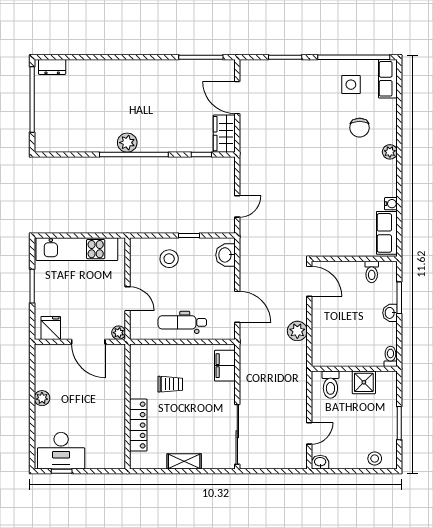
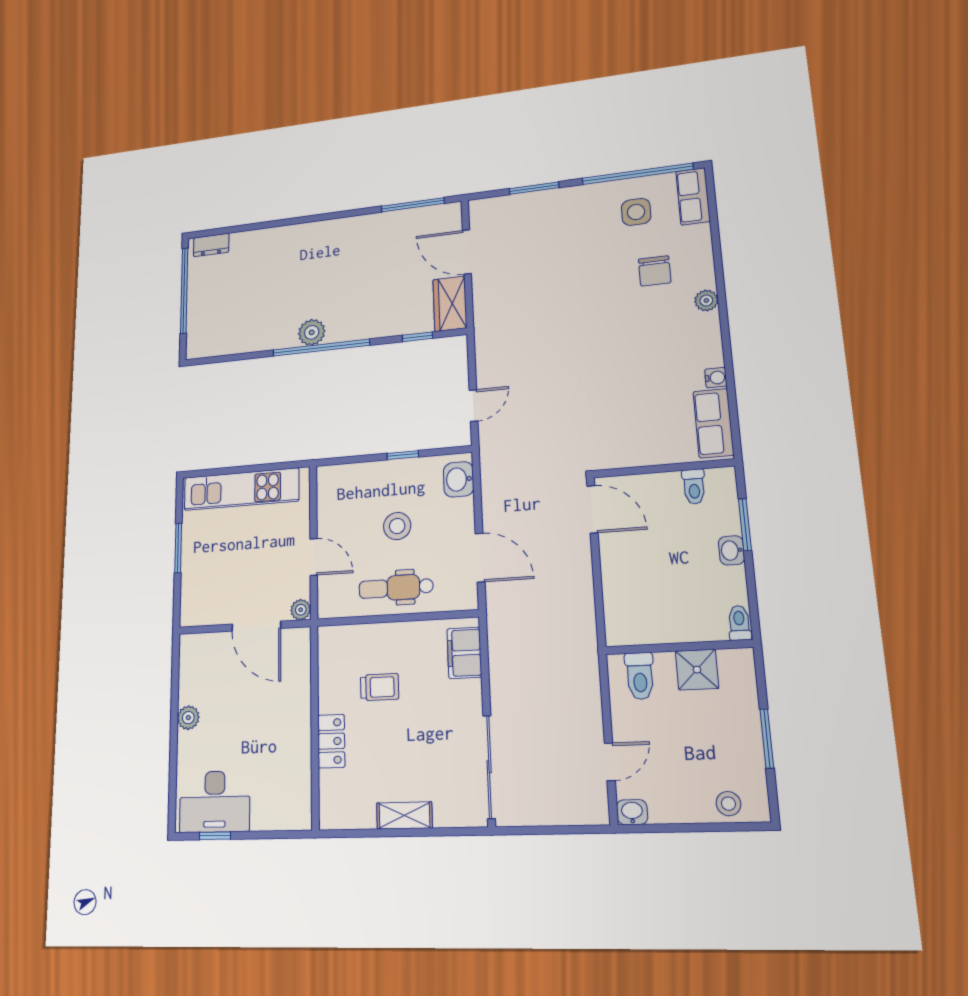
stool: (169, 259) -> (397, 526), moved
fridge: (51, 328) -> (203, 608), removed
plant: (297, 331) -> (578, 590), removed
locker: (138, 425) -> (331, 741), width x0.66

